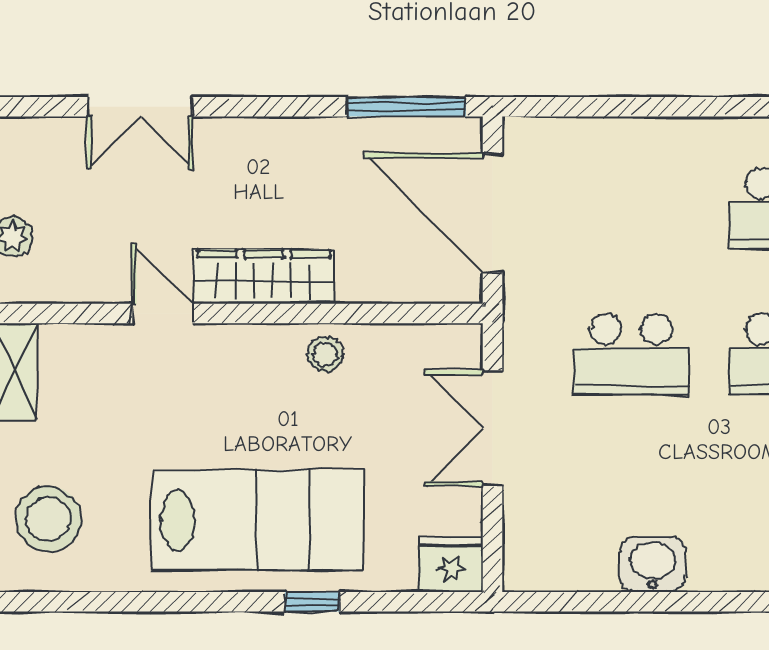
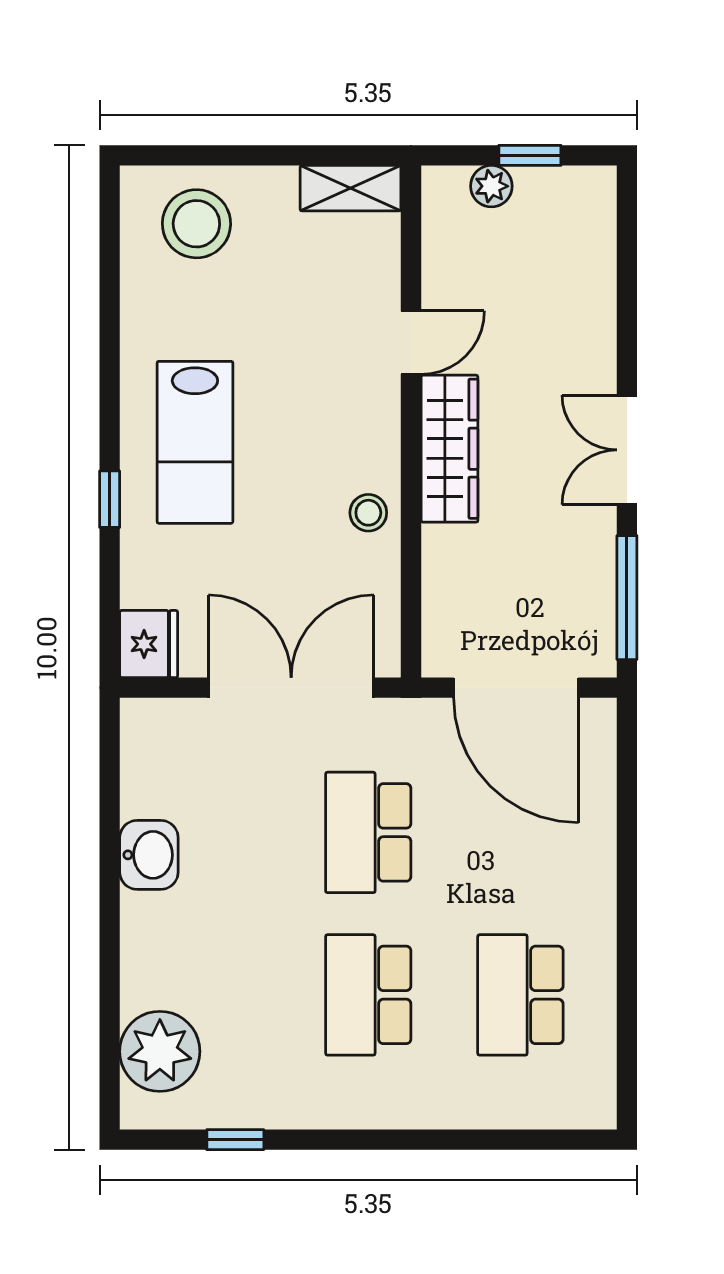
double door: (140, 107) -> (627, 450), moved
door: (493, 213) -> (516, 688), swing flipped
double door: (493, 428) -> (291, 688), width x1.37
lab bench: (258, 520) -> (195, 442), width x0.73, depth x0.72

